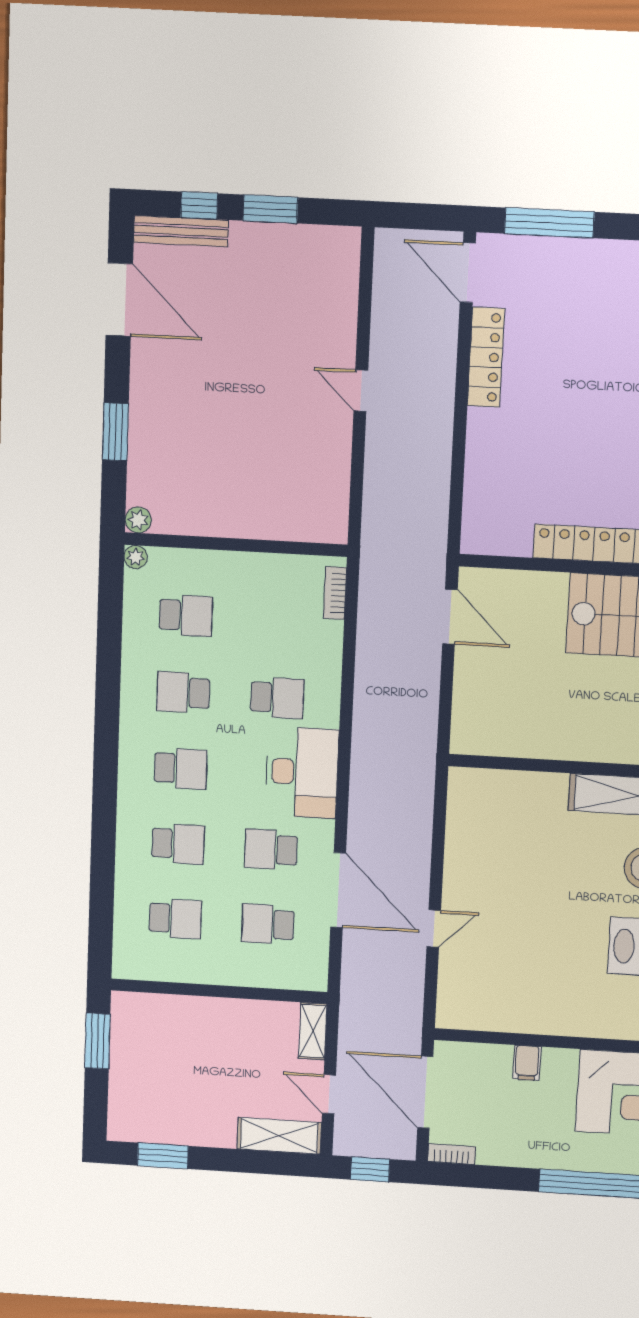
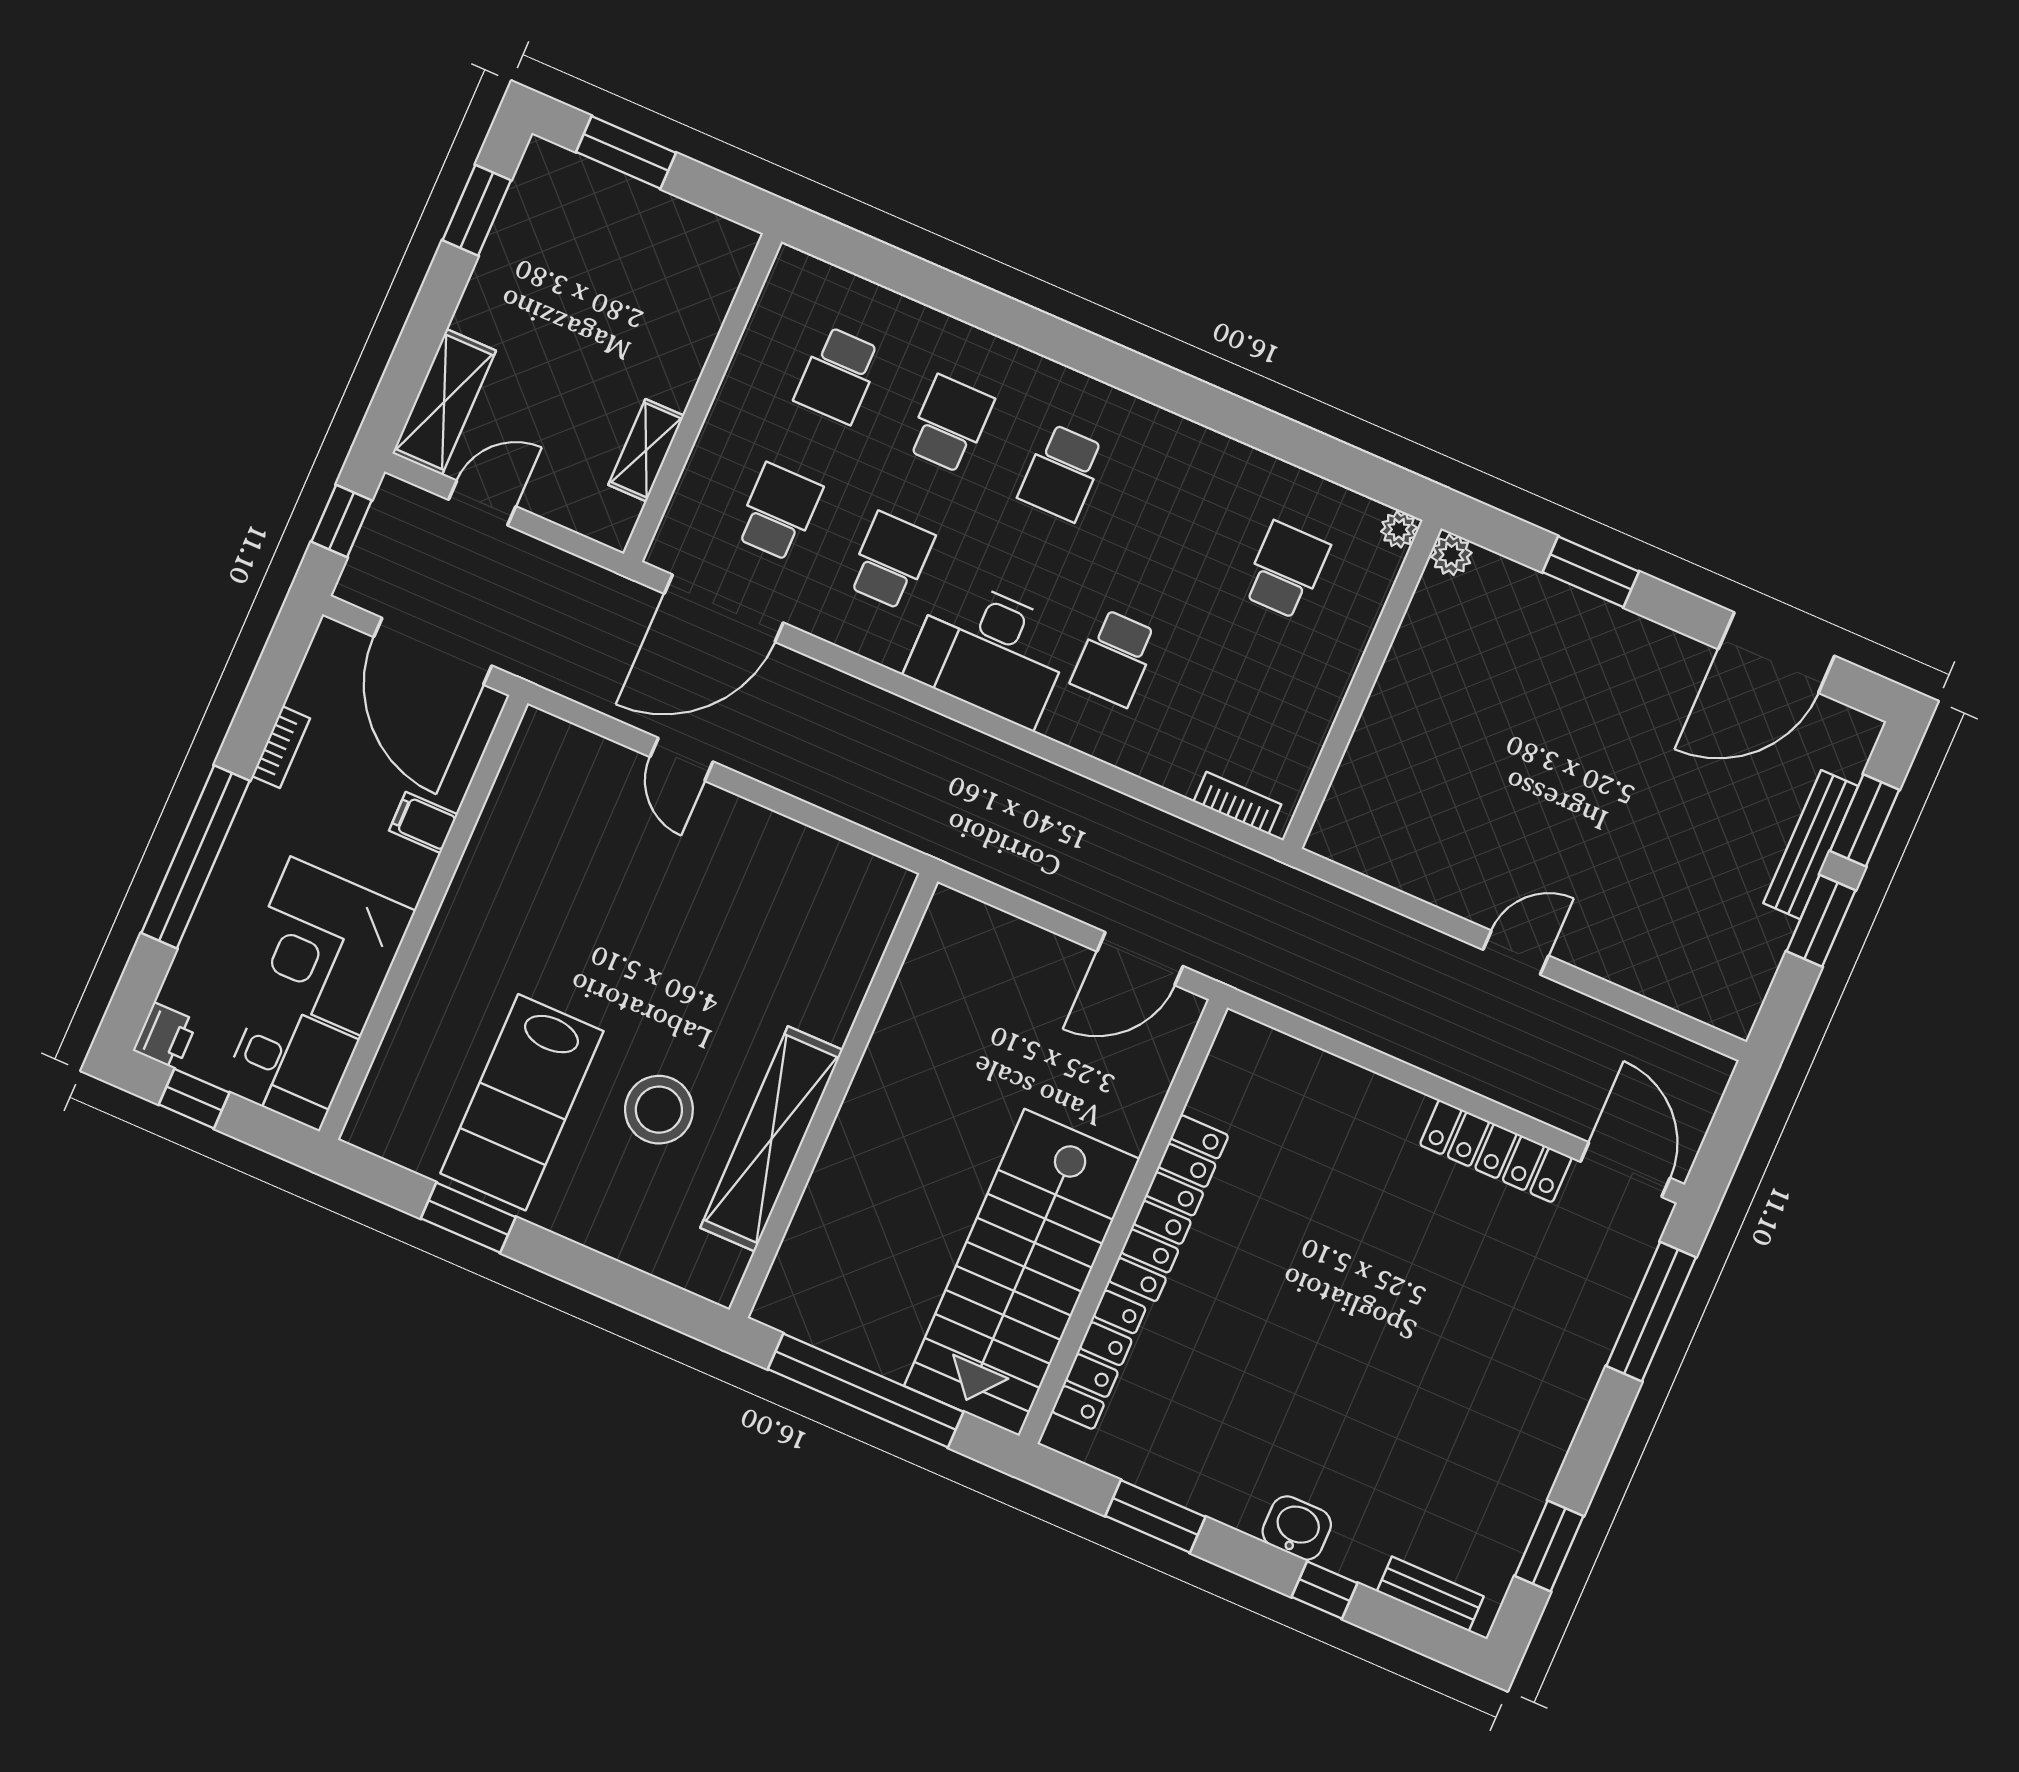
window: (199, 205) -> (1865, 820), width x1.50
bench: (181, 231) -> (1811, 845), moved
door: (468, 273) -> (1625, 1170), hinge flipped
school desk: (186, 615) -> (1286, 570), turned 180
school desk: (183, 692) -> (1174, 521), removed
school desk: (178, 844) -> (950, 424), turned 180
door: (338, 890) -> (724, 608), moved
shelving: (313, 1031) -> (646, 450), moved, turned 90
window: (97, 1041) -> (626, 152), moved
door: (425, 1092) -> (433, 651), swing flipped
bookcase: (452, 1154) -> (281, 747), moved

